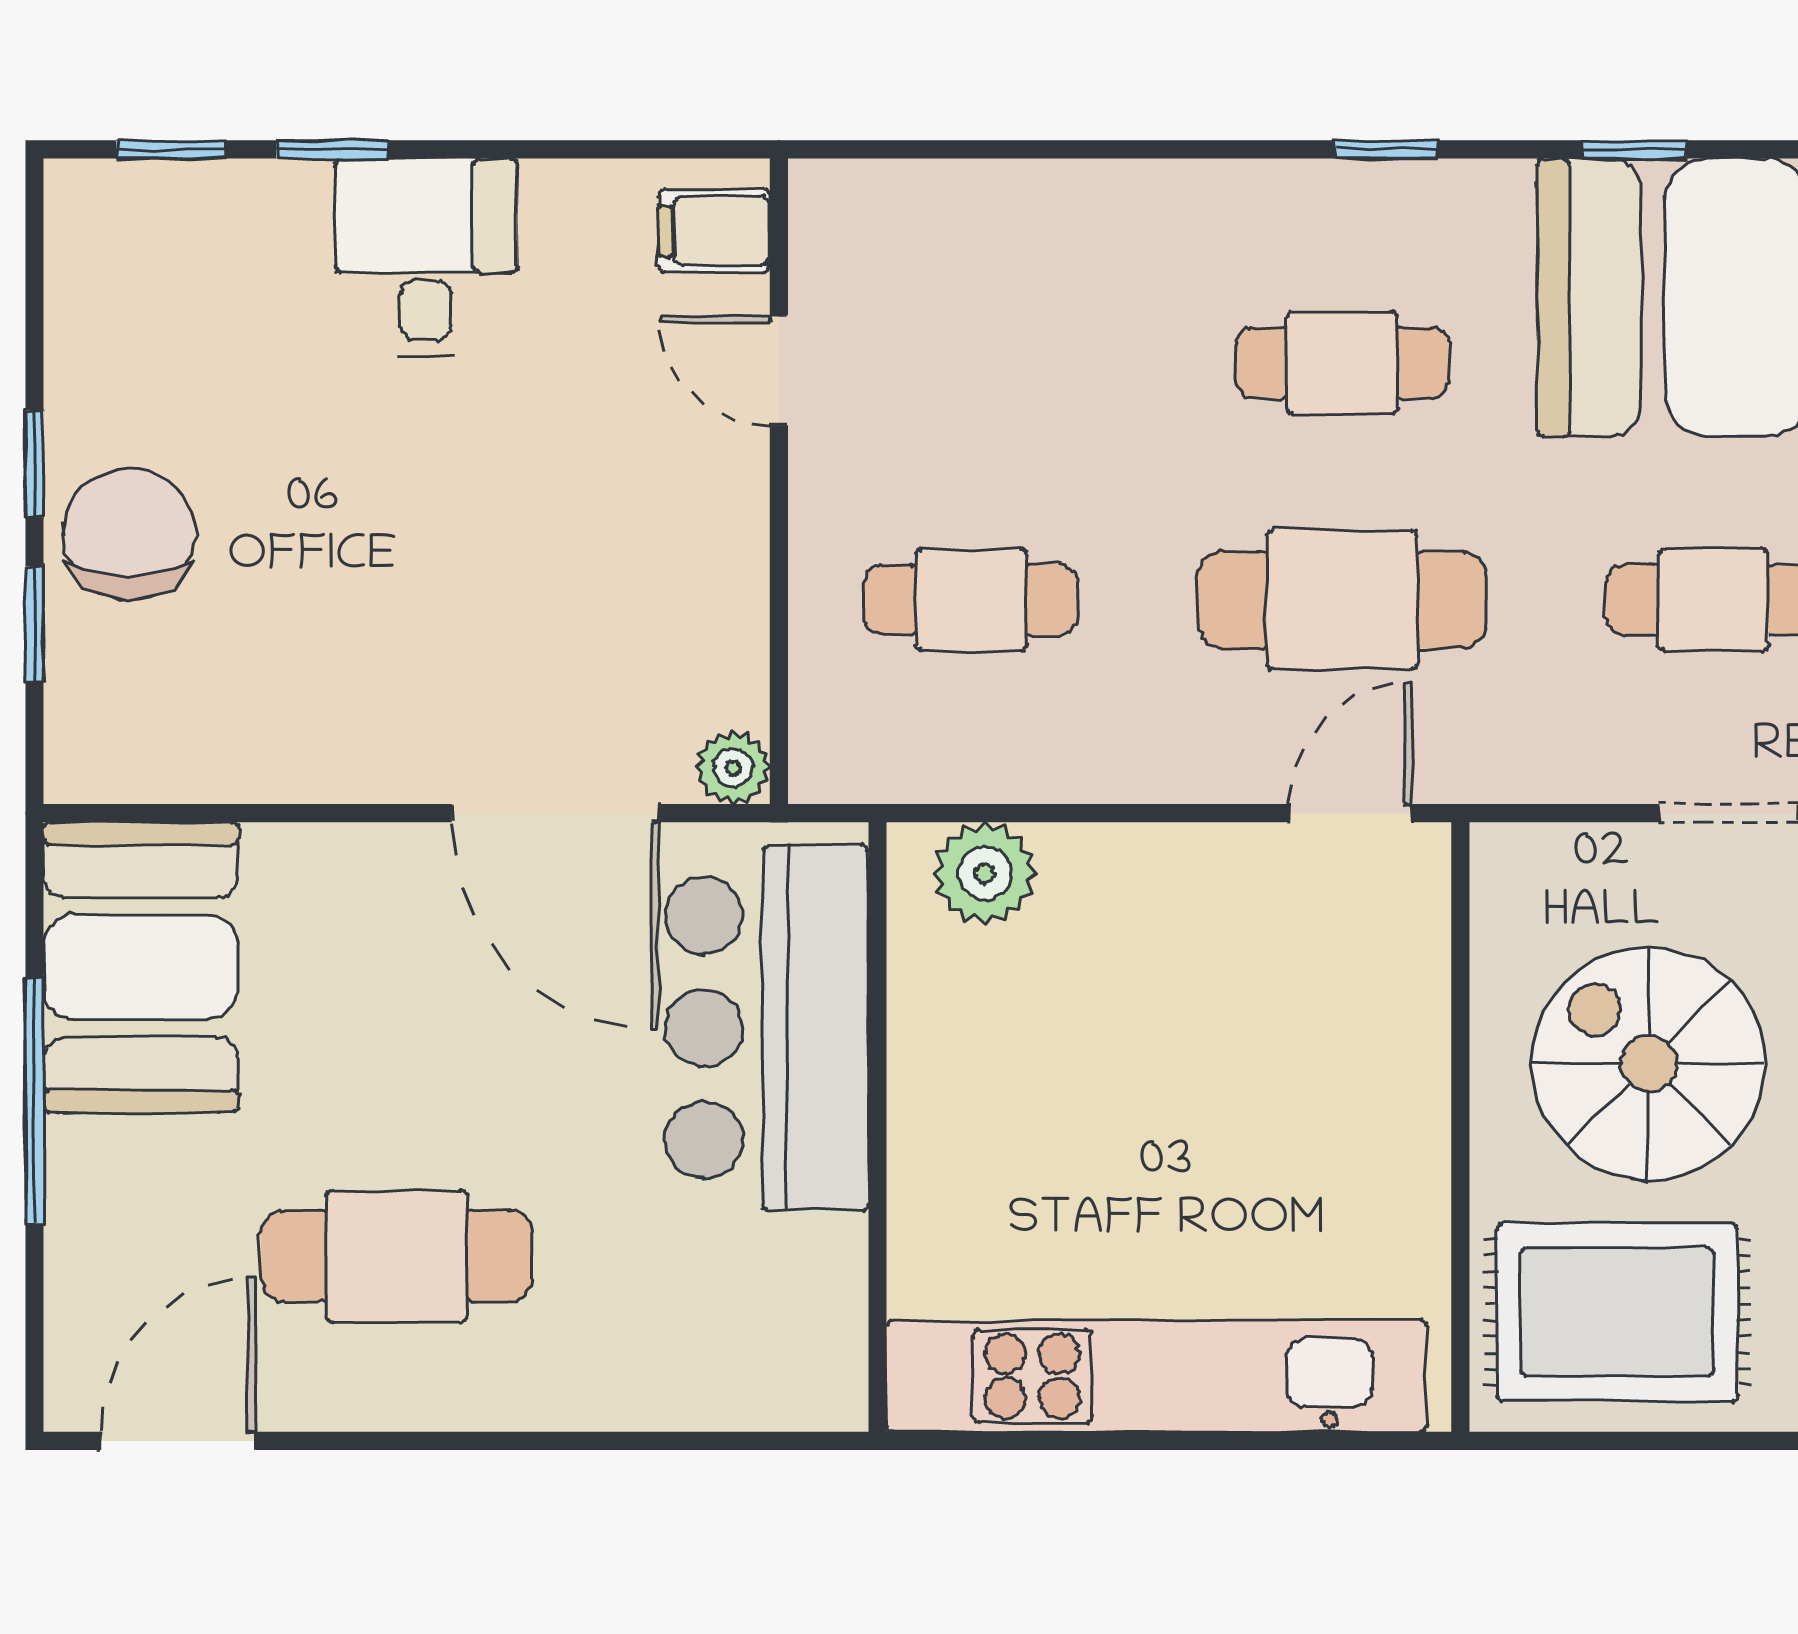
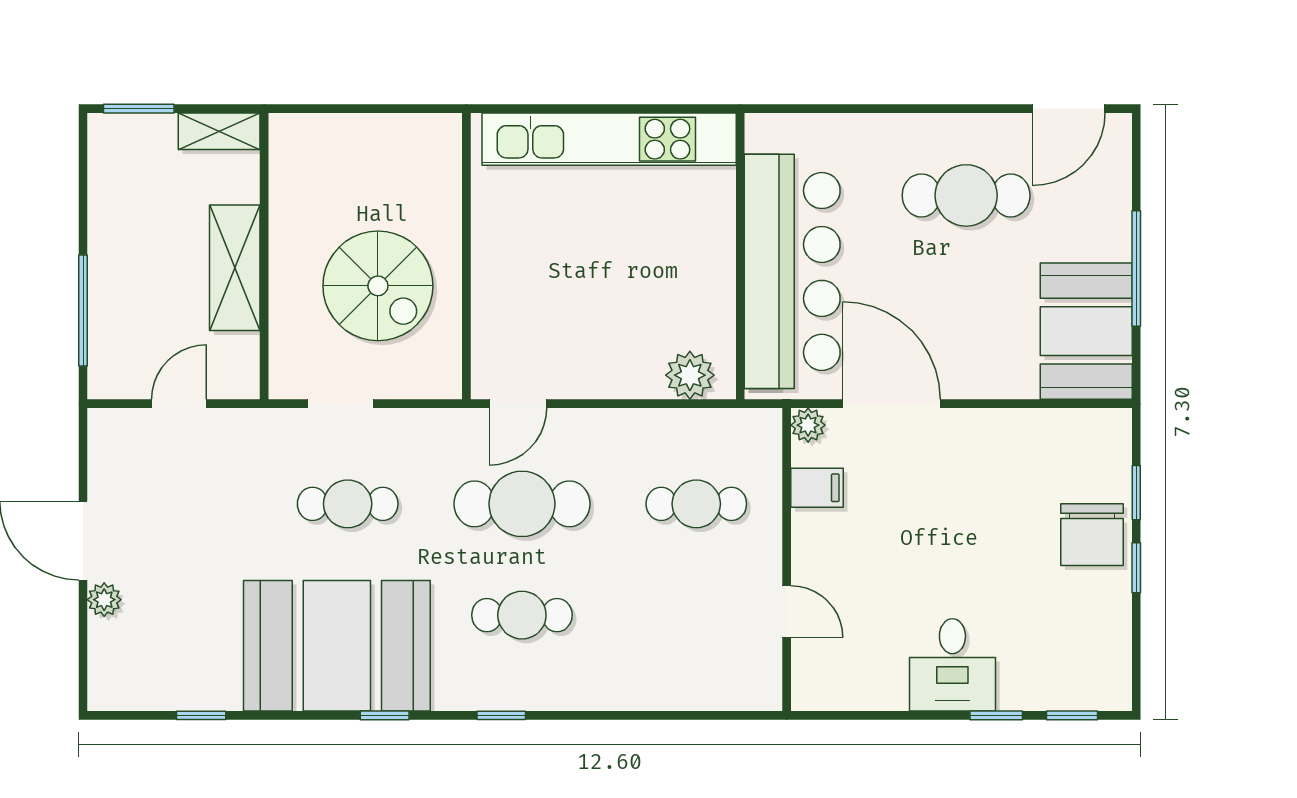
filing cabinet: (714, 231) -> (817, 488), moved
bar counter: (767, 1028) -> (792, 271), width x1.36
rug: (1617, 1312) -> (393, 169), removed

